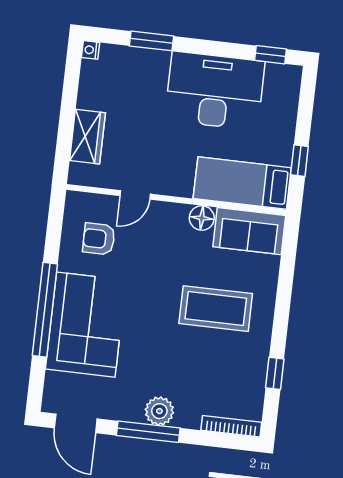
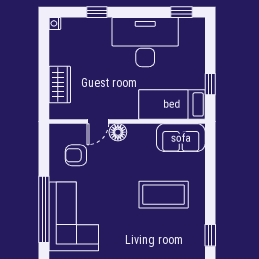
window: (151, 41) -> (97, 12), width x0.67
floor lamp: (202, 218) -> (118, 132), moved

